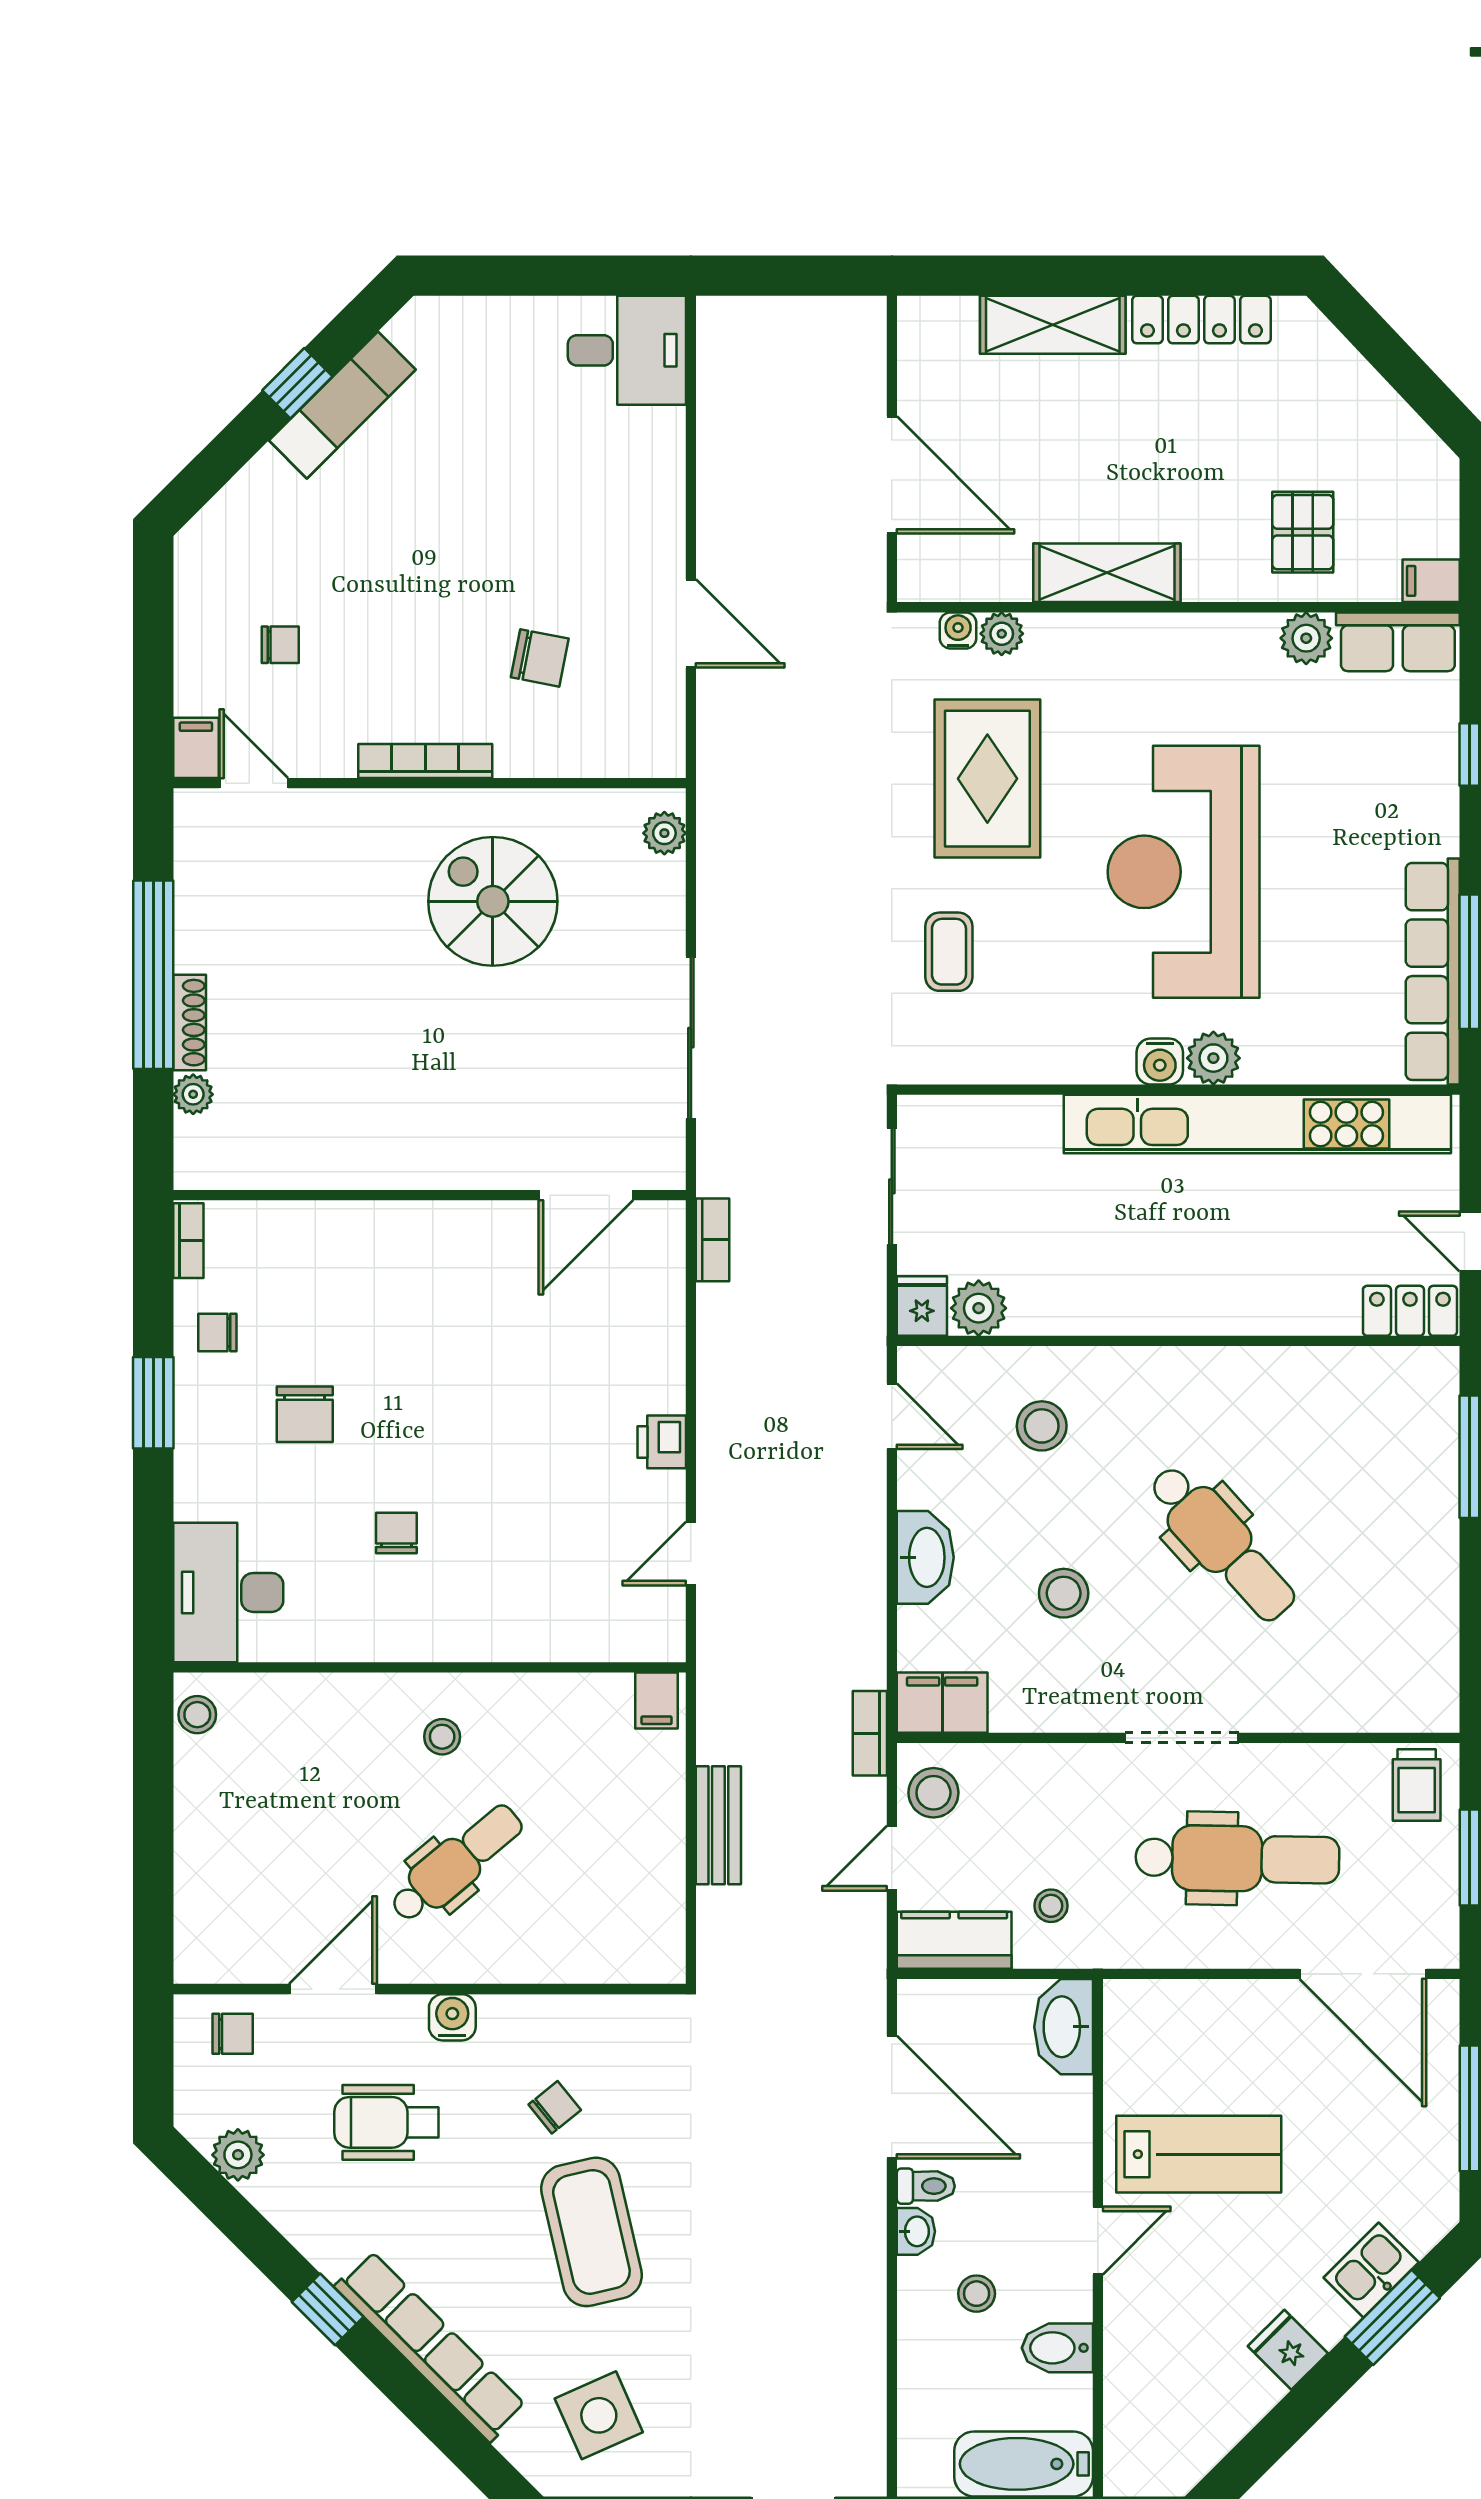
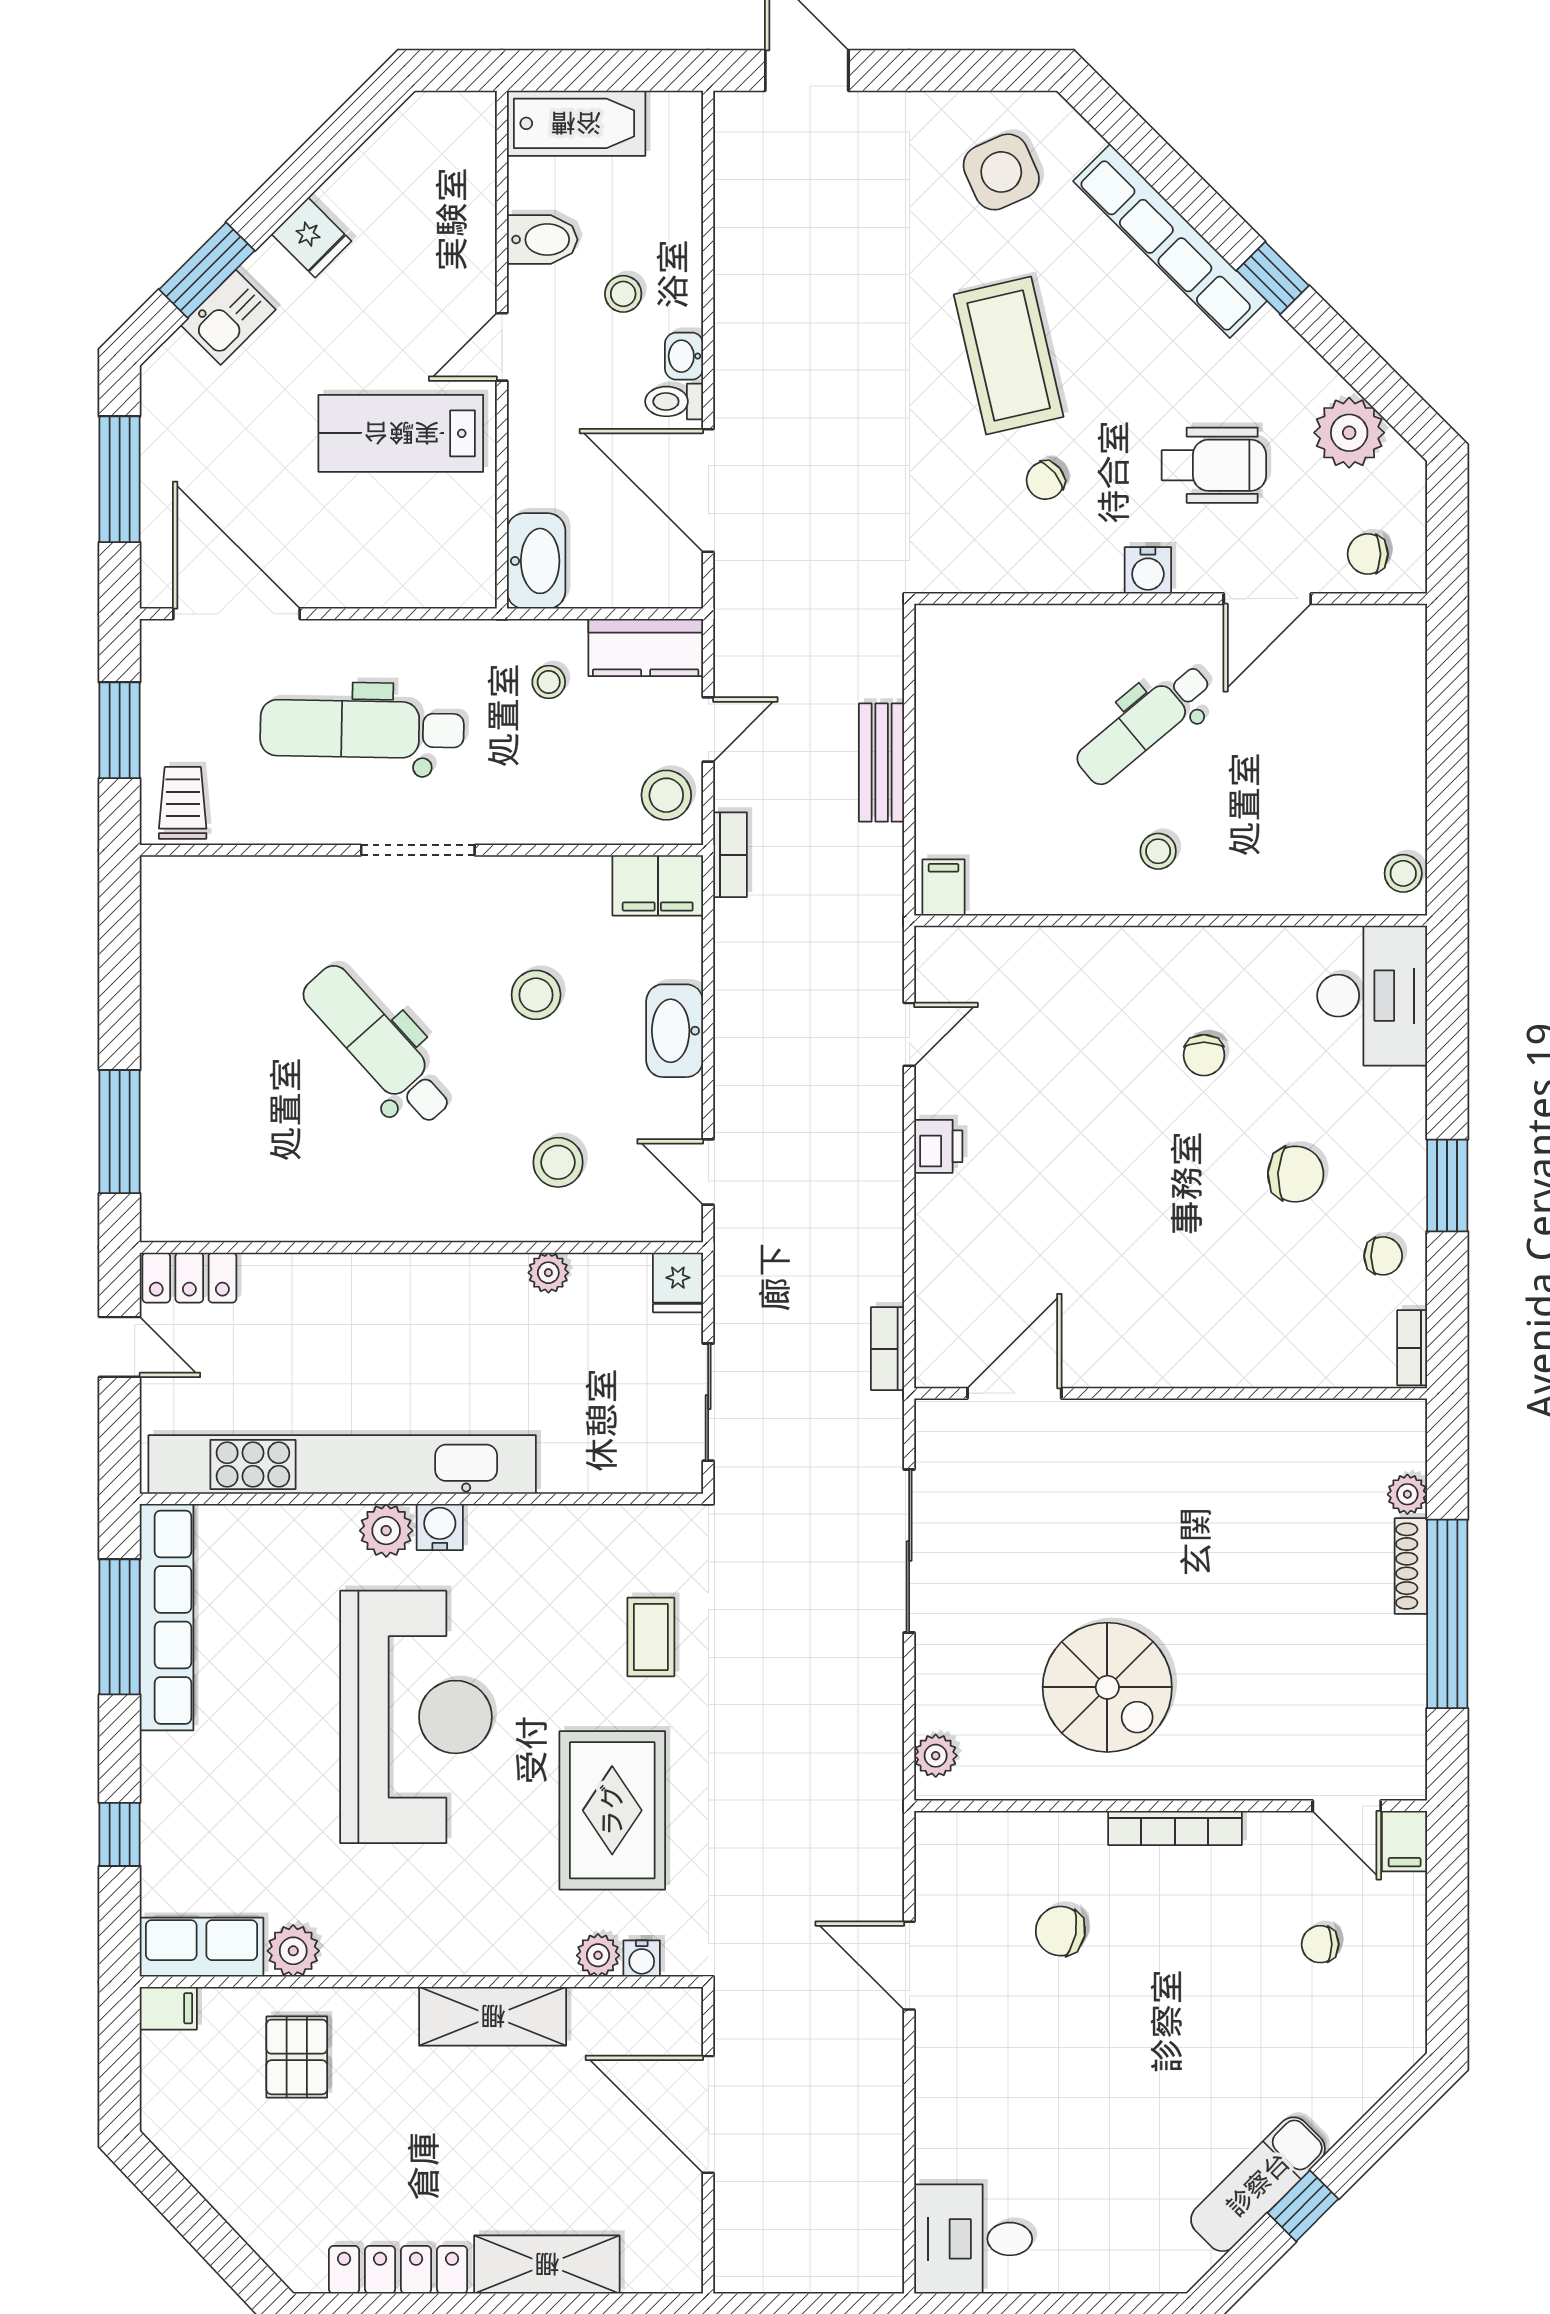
plant: (979, 1308) -> (548, 1273), moved, width x0.73, depth x0.73
chair: (305, 1414) -> (1296, 1174), turned 93
plant: (238, 2155) -> (1349, 433), width x1.36, depth x1.36

